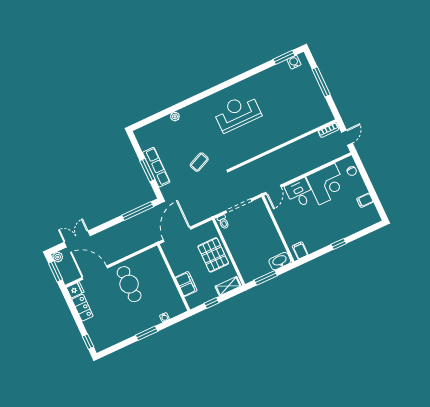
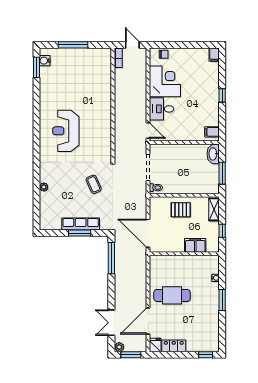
filing cabinet: (365, 200) -> (214, 55), moved
pallet: (213, 255) -> (181, 210), width x0.67, depth x0.71

